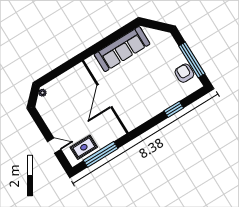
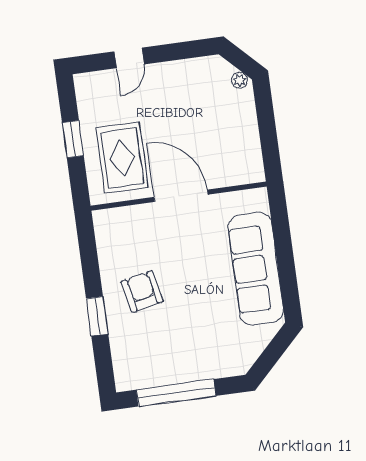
armchair: (184, 73) -> (142, 291), moved, turned -102
rug: (84, 147) -> (122, 158), moved, width x1.36, depth x1.43
window: (101, 154) -> (73, 139), width x0.47

